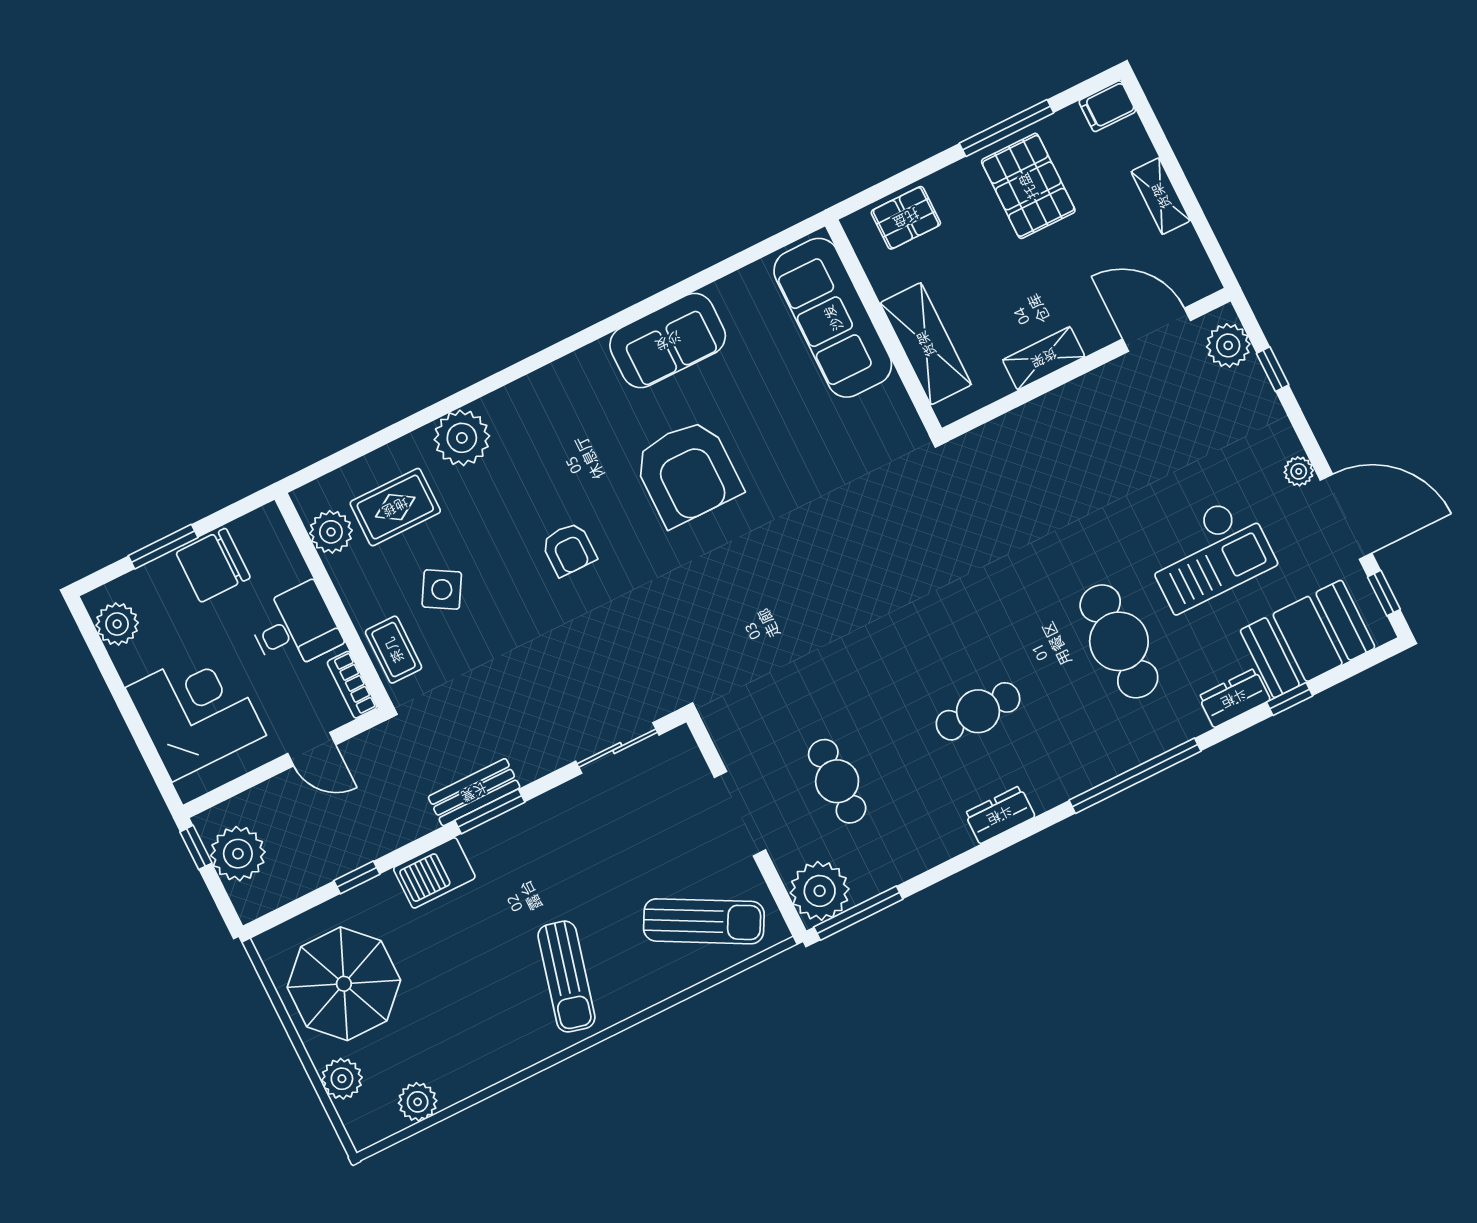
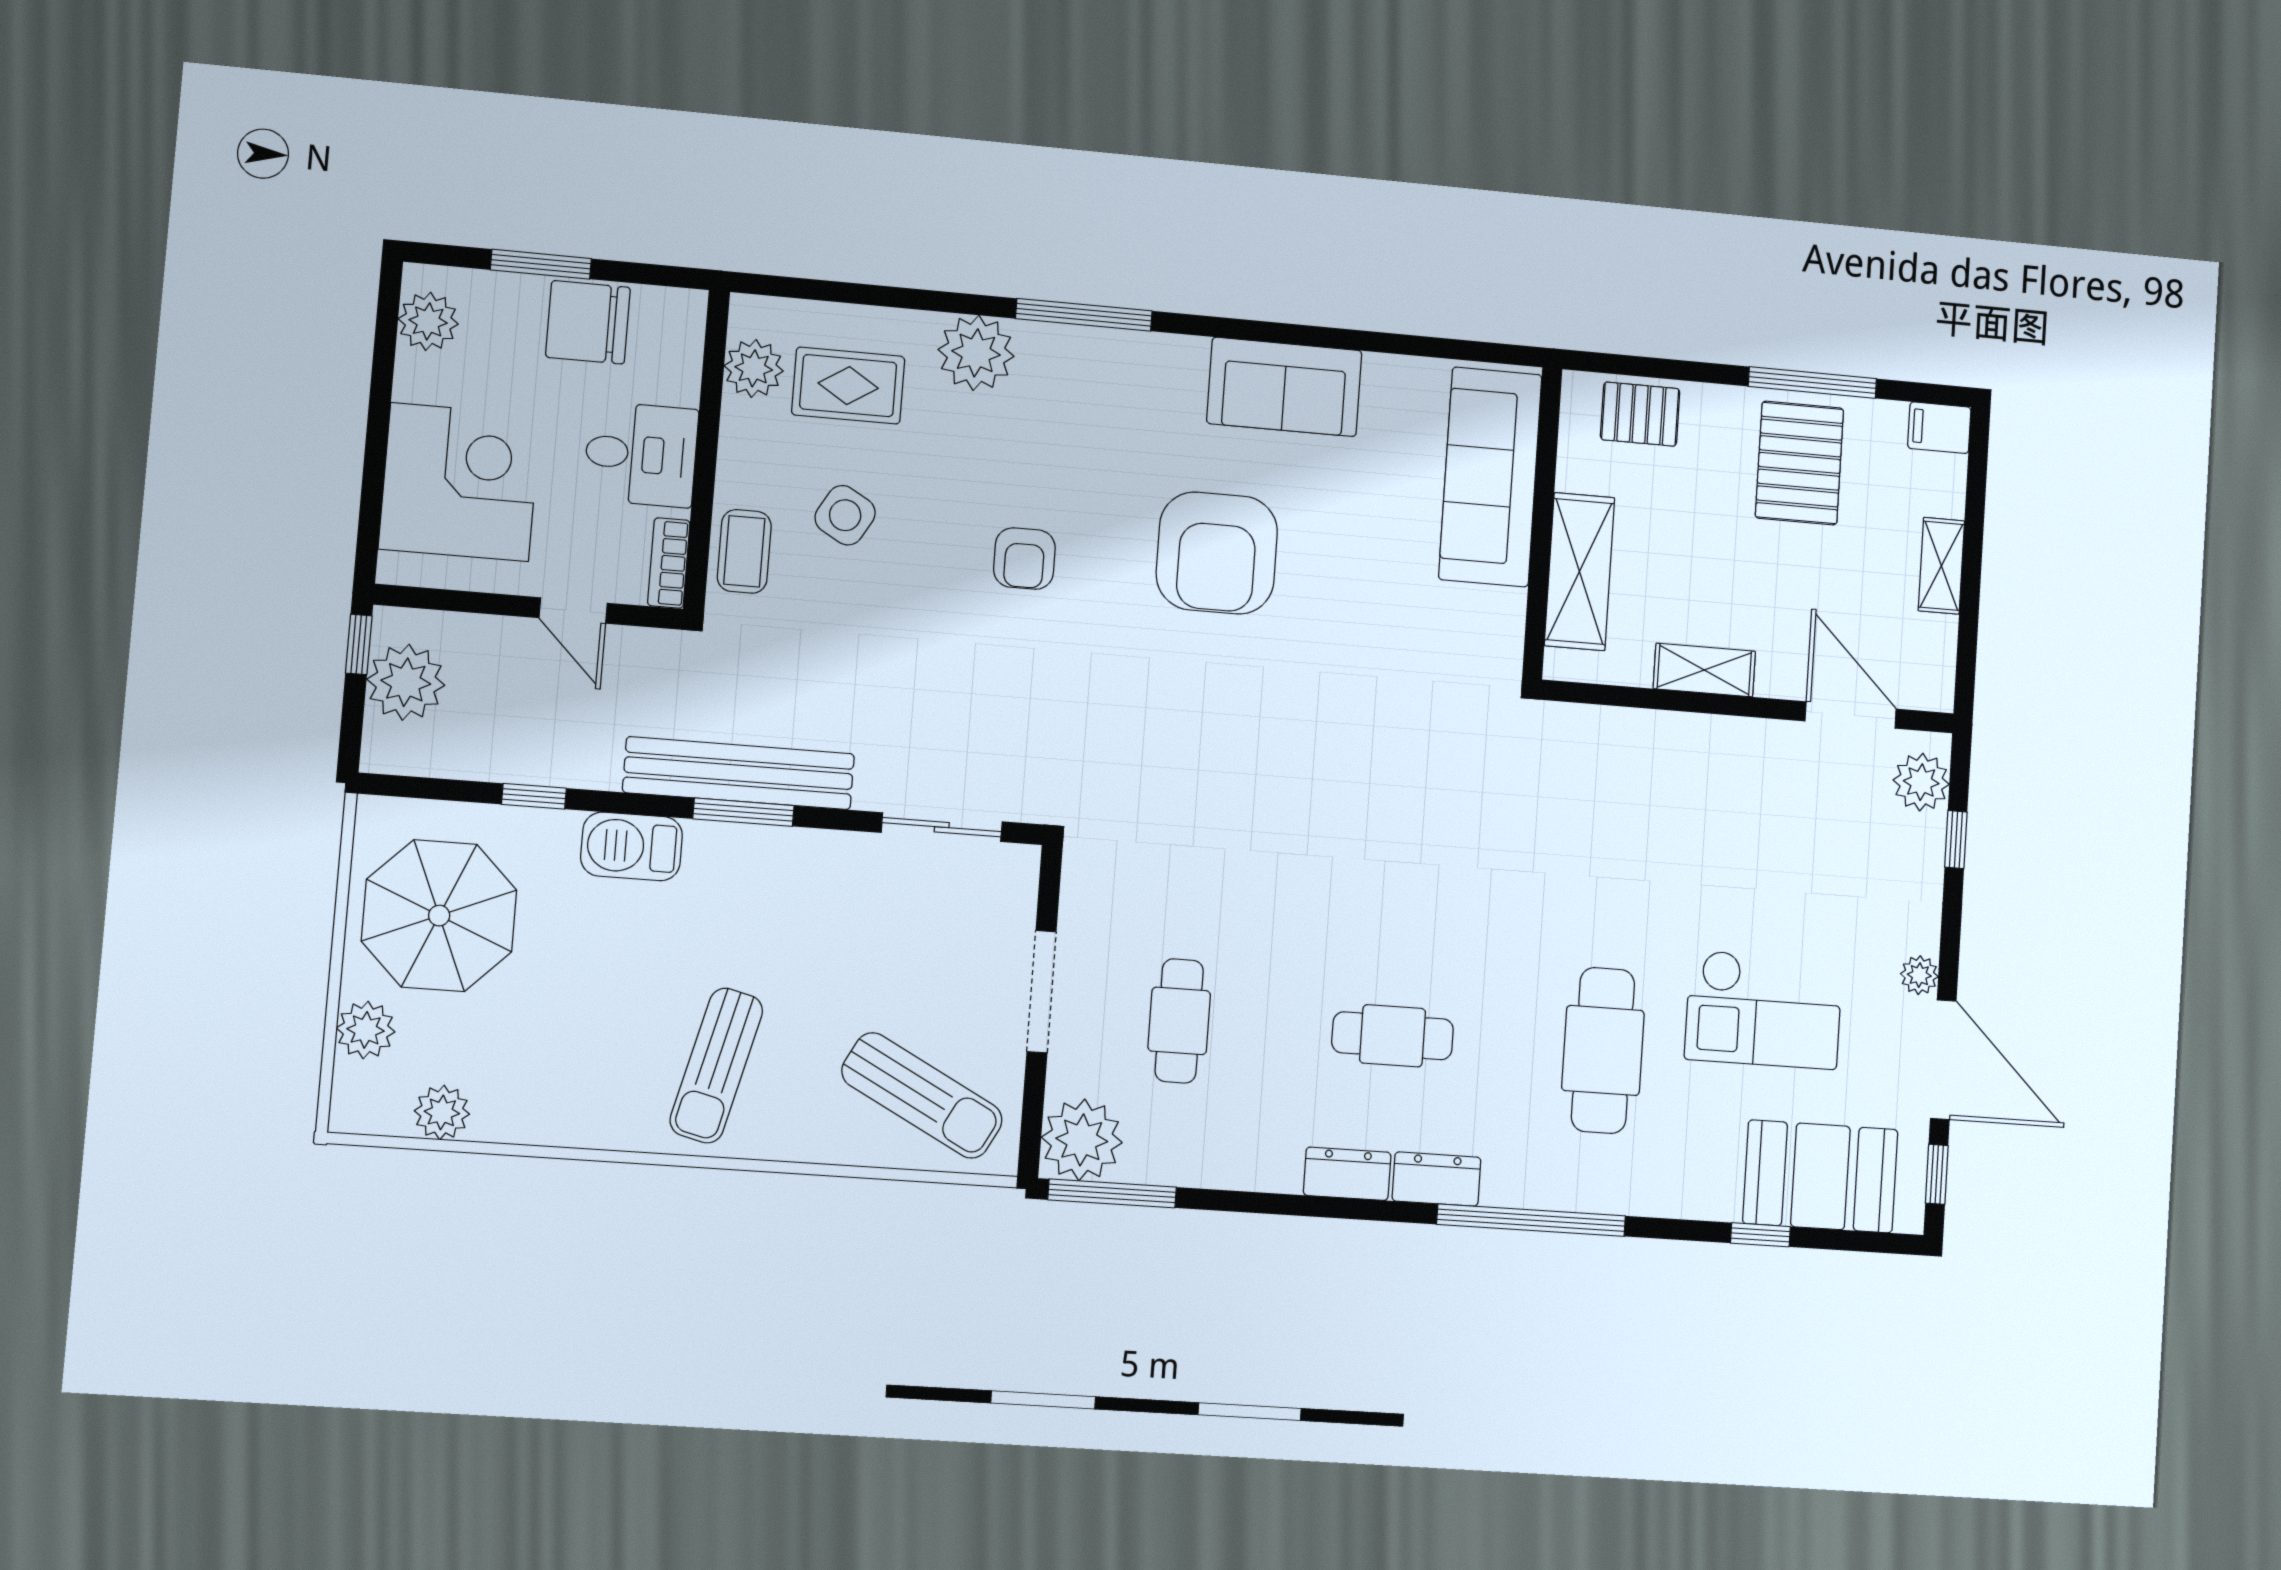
window: (514, 372) -> (1084, 315), added
dresser: (1234, 698) -> (1436, 1179), moved
bench: (474, 792) -> (739, 773), width x1.86, depth x1.21

